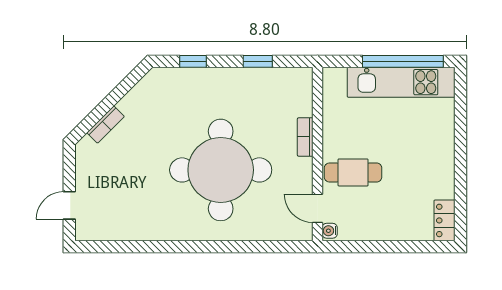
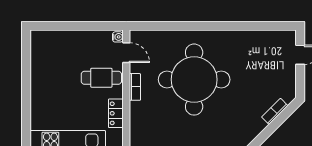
bookcase: (305, 137) -> (135, 87), moved
locker: (444, 220) -> (116, 113), moved, turned 180

